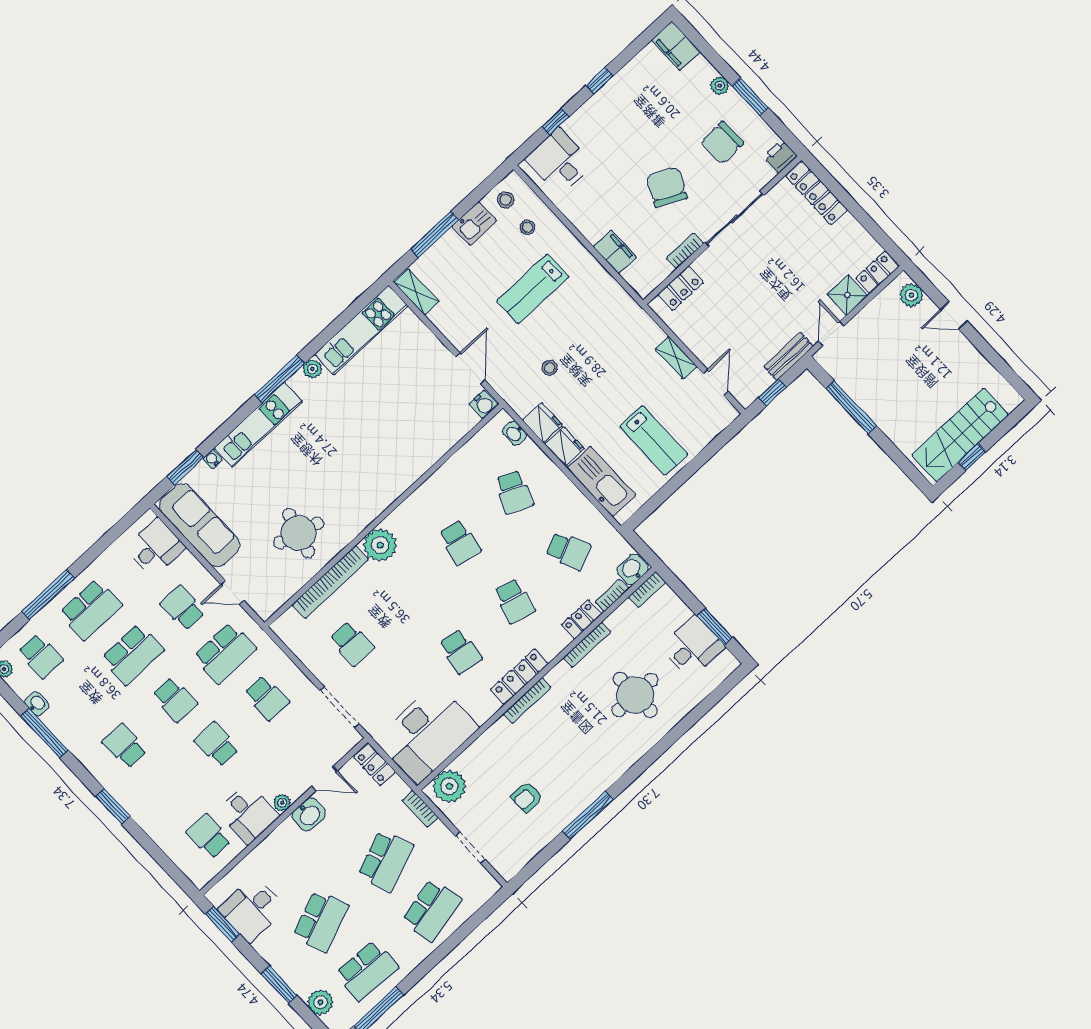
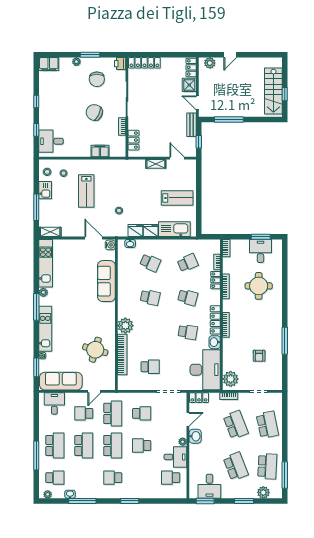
sofa: (421, 451) -> (106, 281), added
washbasin: (632, 569) -> (215, 342), moved
school desk: (175, 700) -> (113, 446), width x1.85

